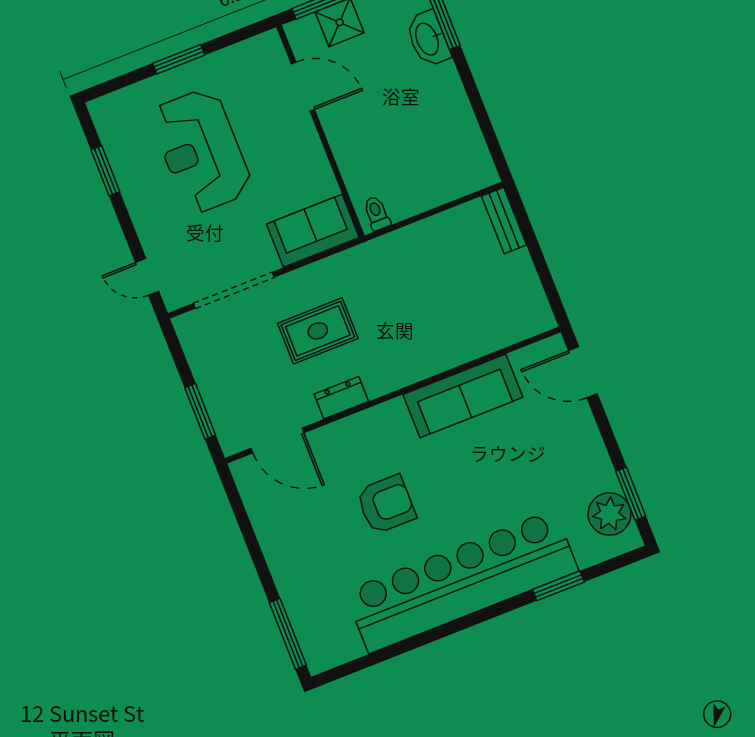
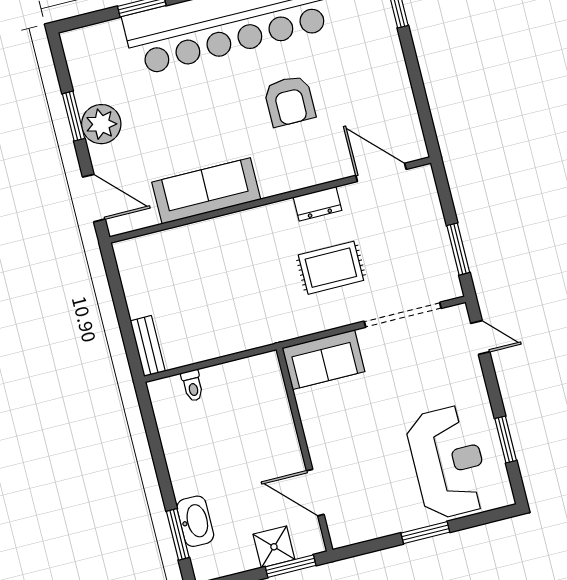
reception desk: (201, 151) -> (448, 462), moved
toilet: (377, 213) -> (192, 386), moved
window: (200, 411) -> (458, 249), moved
window: (631, 494) -> (73, 116), moved
armchair: (386, 504) -> (290, 101), turned -90
plant: (609, 514) -> (101, 124), moved

